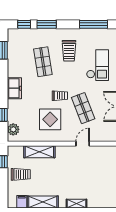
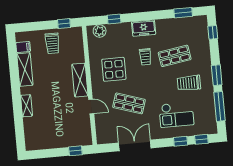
window: (47, 24) -> (217, 75), moved
trolley: (60, 96) -> (145, 57), moved
shop shelf: (83, 108) -> (129, 103), turned 39
shelving: (39, 152) -> (80, 80), moved

